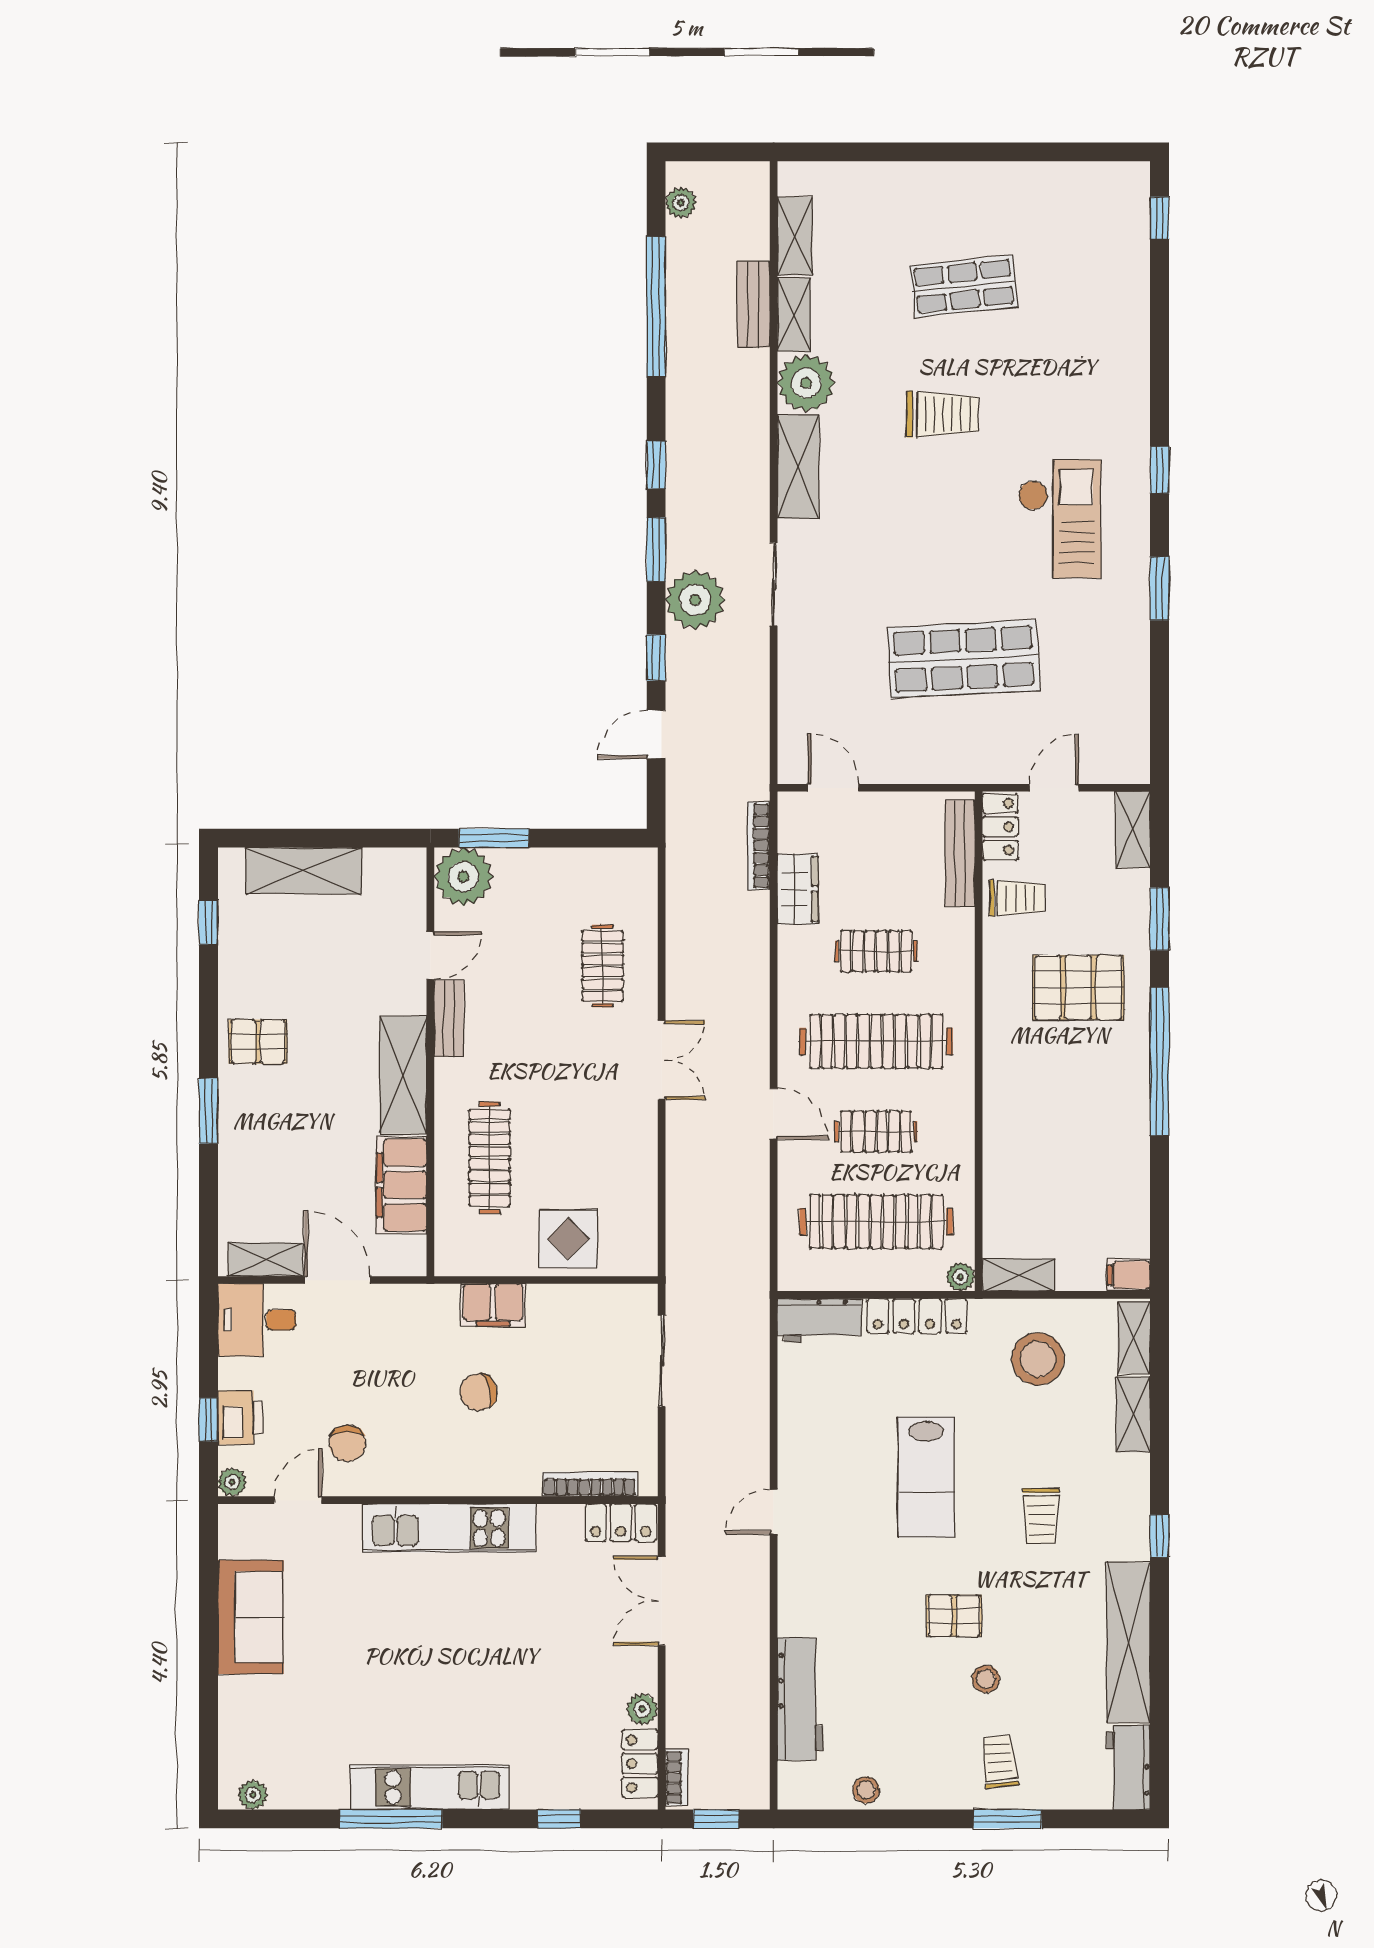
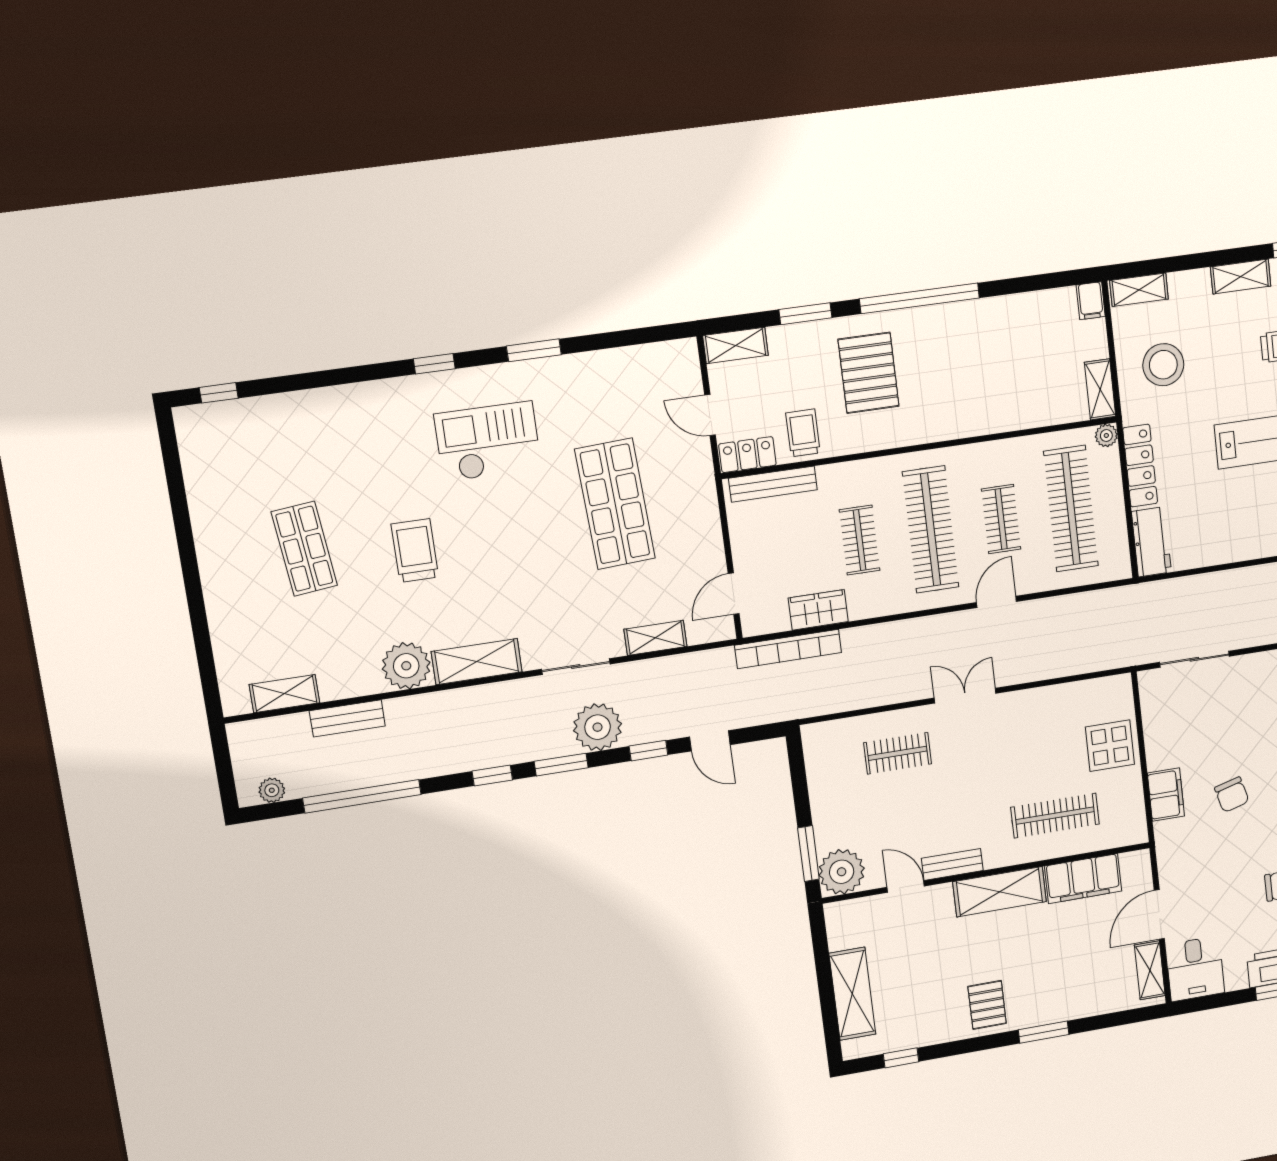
shelving: (794, 315) -> (655, 638), moved
bookcase: (759, 846) -> (788, 649), width x1.48, depth x1.31
shelving: (1133, 1414) -> (1241, 277), moved

